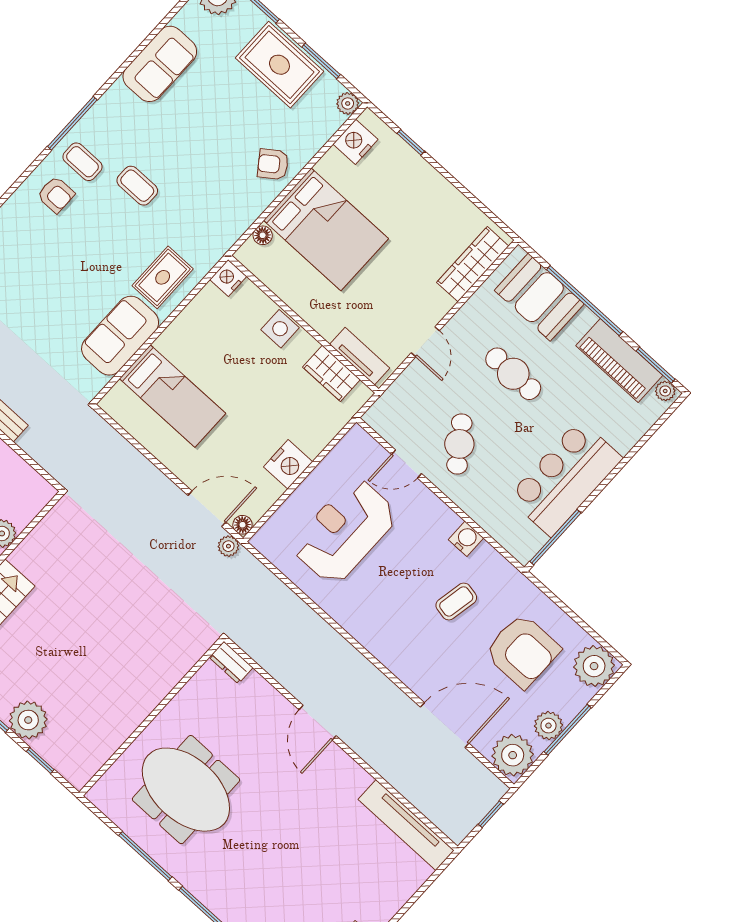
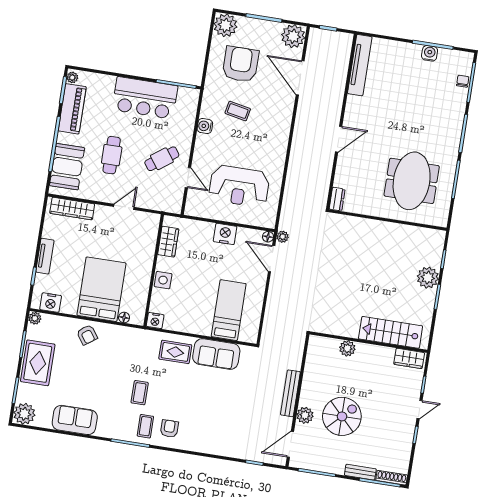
tv unit: (360, 356) -> (45, 256), moved, turned 180
plant: (548, 726) -> (268, 28), removed

